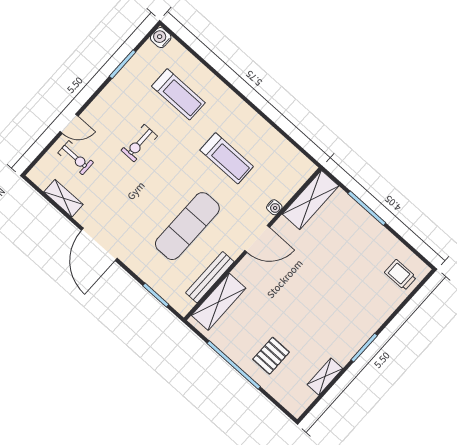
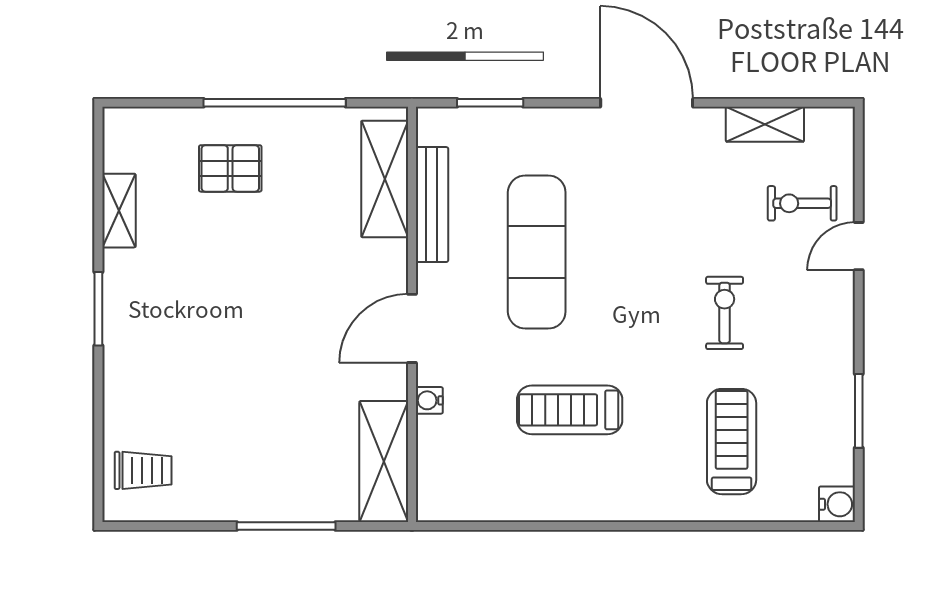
treadmill: (178, 94) -> (732, 442), turned 90
pallet: (271, 356) -> (230, 168), turned 90

